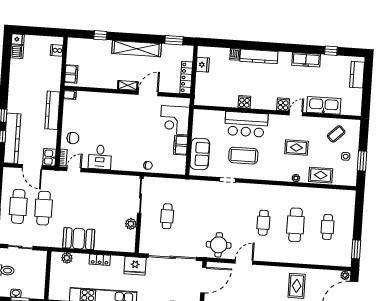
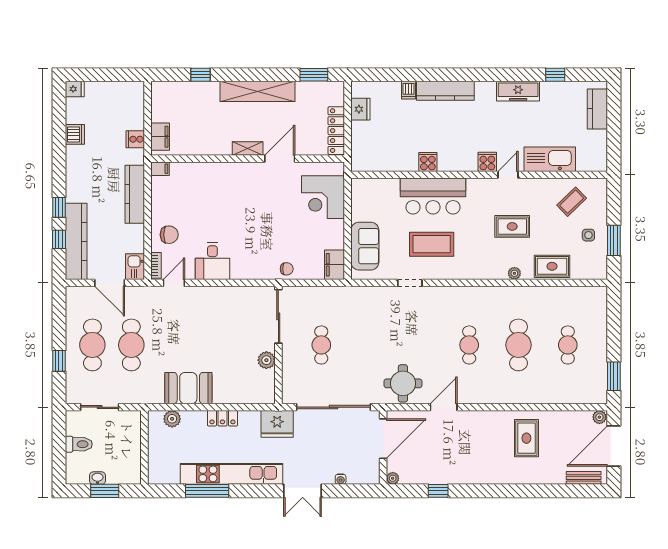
cooker: (57, 50) -> (135, 139), moved
dishwasher: (17, 52) -> (75, 134), moved
filing cabinet: (181, 145) -> (335, 265), moved

